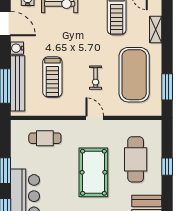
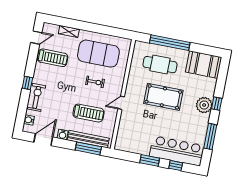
window: (167, 87) -> (112, 31), removed
door: (95, 118) -> (121, 103), moved
cafe table: (45, 138) -> (132, 127), removed
window: (167, 167) -> (170, 43), width x3.17

